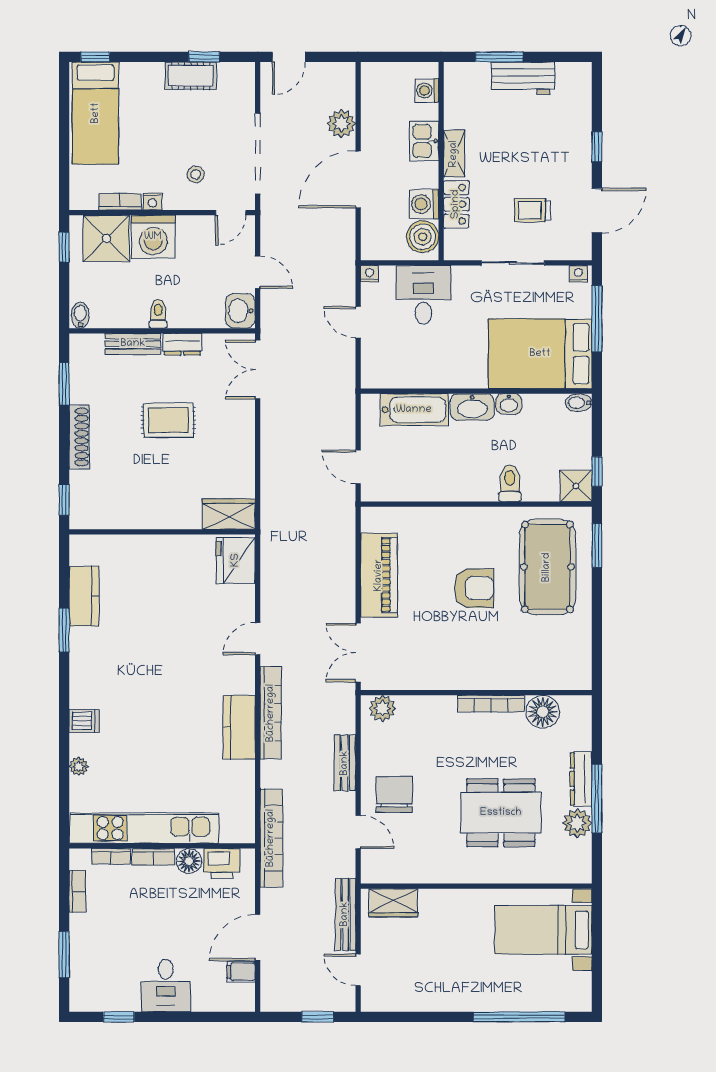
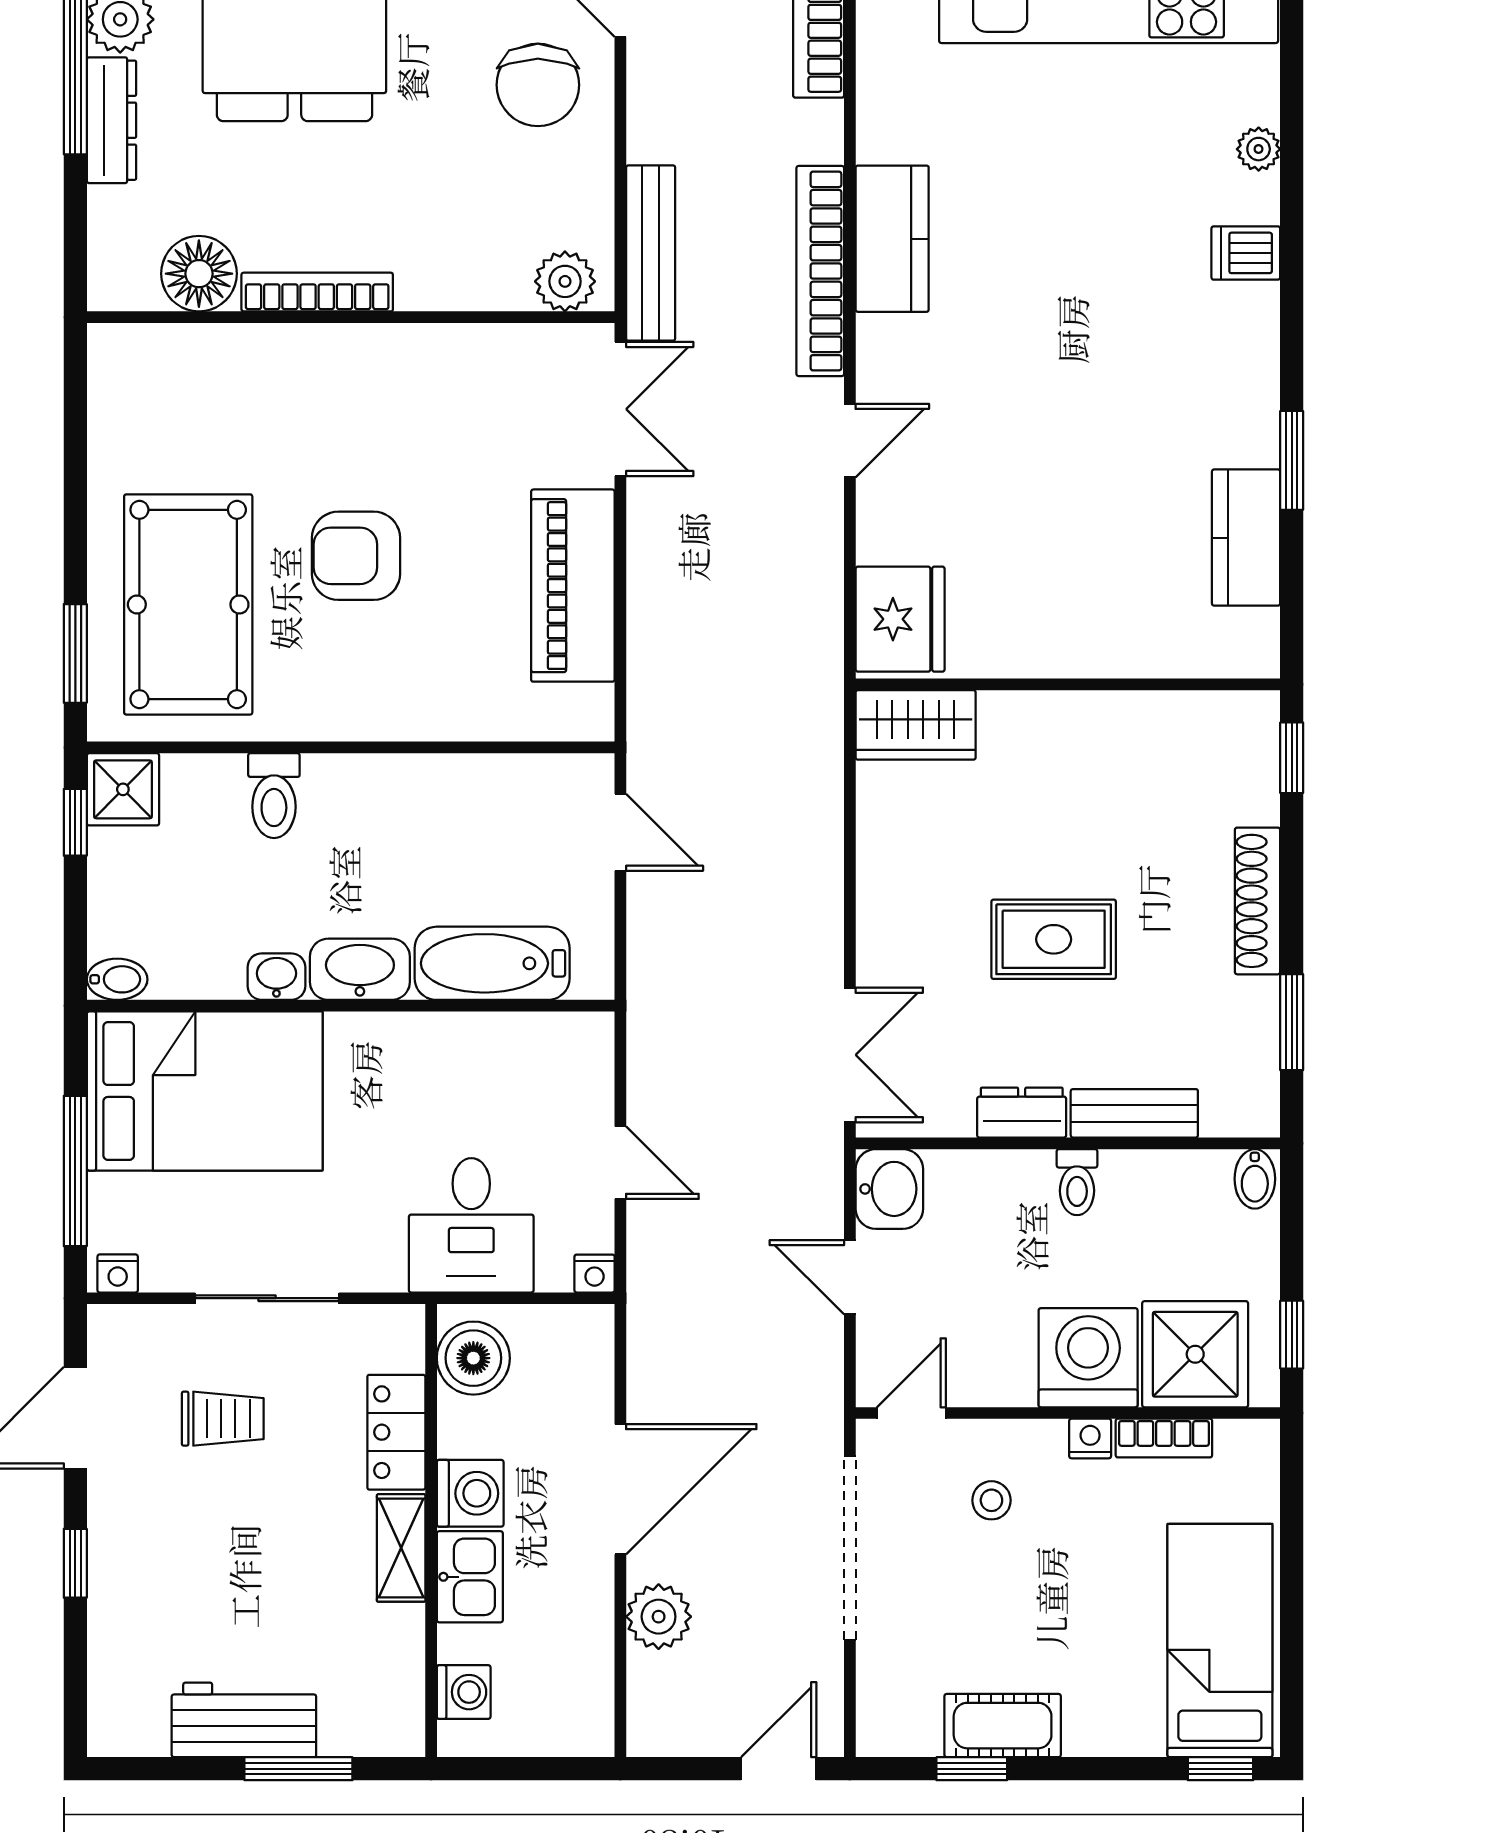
washing machine: (424, 204) -> (470, 1493), moved
bench: (345, 763) -> (651, 253), moved, width x1.36

